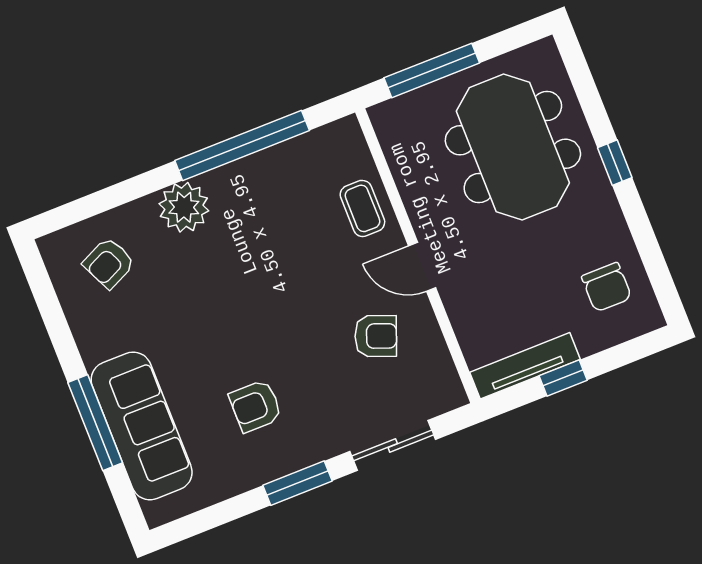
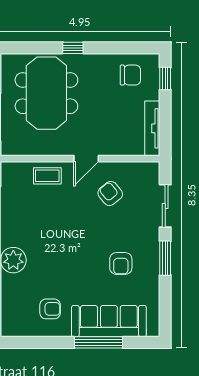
meeting table: (513, 147) -> (46, 93), turned 90
armchair: (109, 263) -> (50, 309), moved, turned -65
armchair: (376, 336) -> (110, 193), turned -60
window: (563, 378) -> (165, 78), moved

